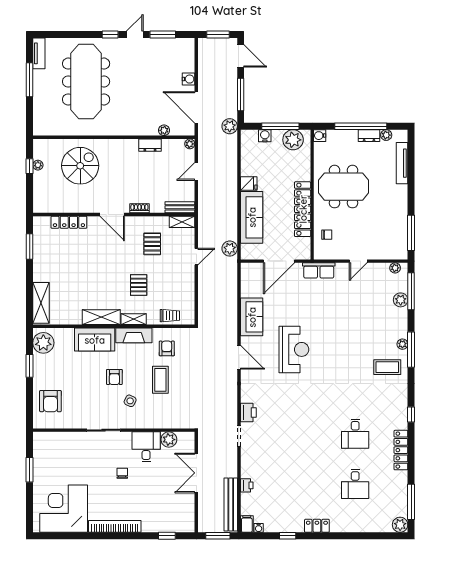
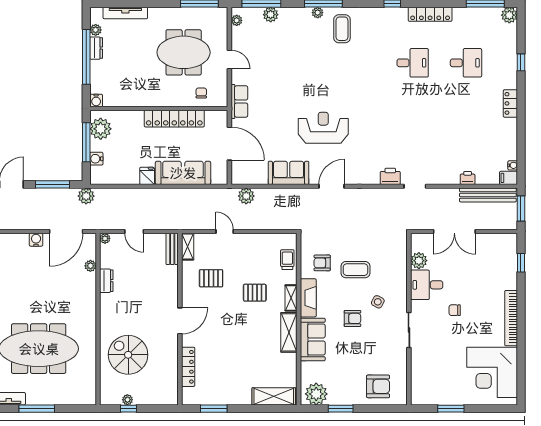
meeting table: (344, 187) -> (184, 52), moved, turned 90
shoe rack: (139, 208) -> (173, 292), removed
plant: (230, 249) -> (246, 196), moved
window: (288, 536) -> (521, 62), moved

